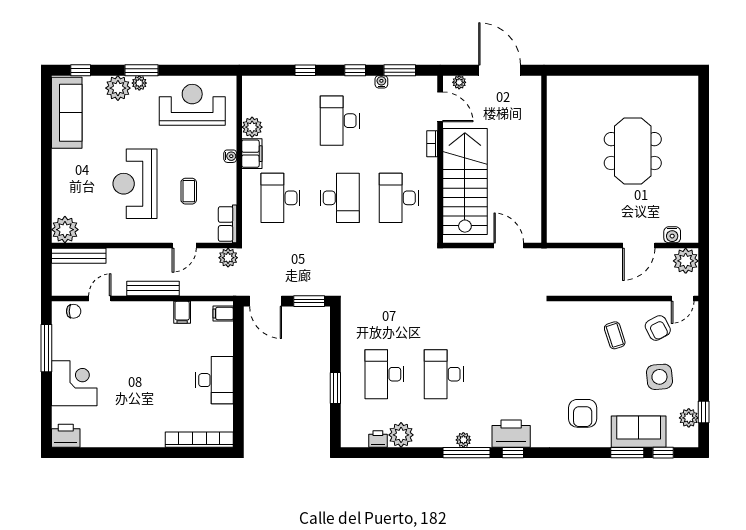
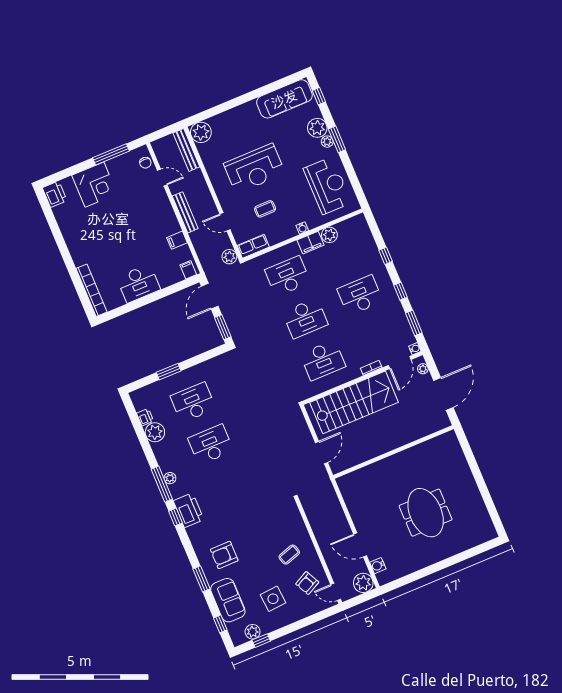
water cooler: (381, 82) -> (415, 349), moved
meeting table: (633, 151) -> (426, 513), turned 90
reception desk: (135, 184) -> (254, 168), turned 180
desk: (399, 198) -> (323, 360), turned 180
window: (627, 453) -> (201, 579), moved

